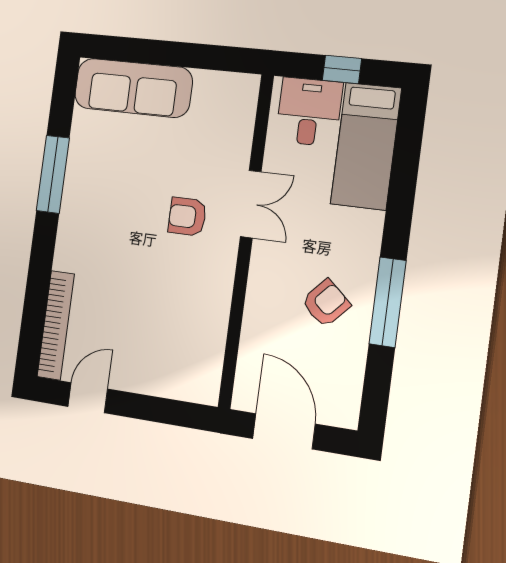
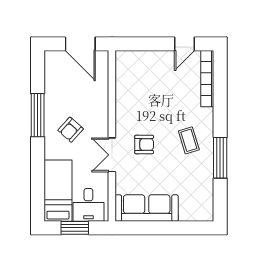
window: (342, 69) -> (75, 228), width x1.50
sofa: (133, 88) -> (147, 208), moved
coffee table: (104, 214) -> (189, 140), added
armchair: (326, 303) -> (71, 130), moved

